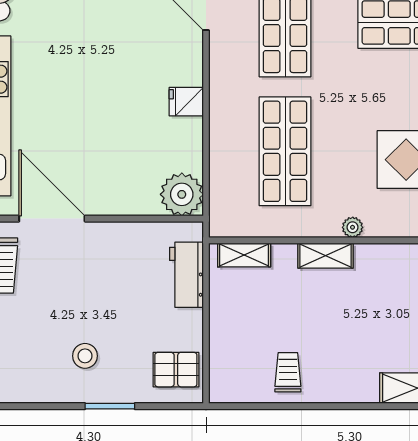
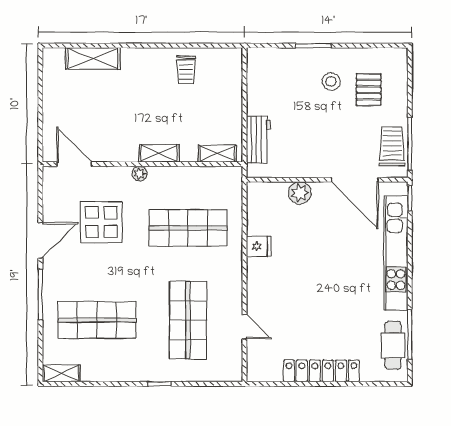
fridge: (186, 102) -> (259, 246), moved
shop shelf: (285, 151) -> (188, 228), turned 90
plant: (182, 194) -> (300, 193), moved, width x0.73, depth x0.73
pallet: (176, 370) -> (369, 90), moved, turned 90

